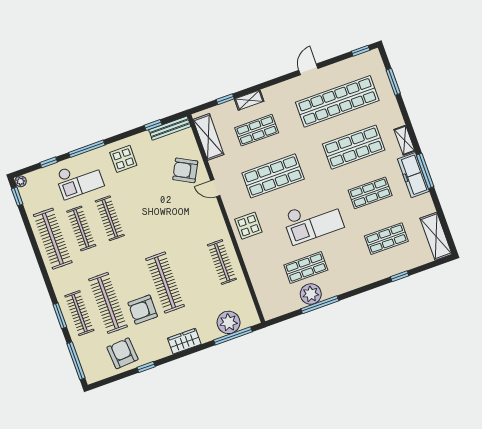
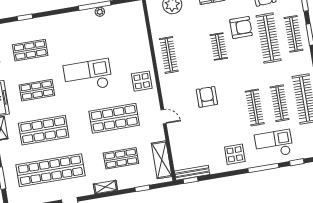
shelving: (249, 100) -> (105, 187), moved
window: (153, 125) -> (191, 180), moved
armchair: (185, 170) -> (207, 97), moved, turned -118
shop shelf: (306, 267) -> (101, 38), removed
clothes rail: (165, 283) -> (219, 47), width x0.54, depth x0.76
plant: (311, 294) -> (100, 12), width x0.53, depth x0.53

